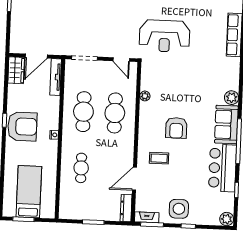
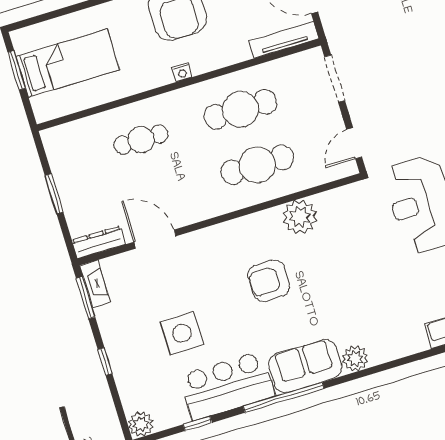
plant: (145, 96) -> (300, 217), width x1.87, depth x1.87
coffee table: (159, 158) -> (206, 269), removed
side table: (179, 209) -> (182, 333), moved

